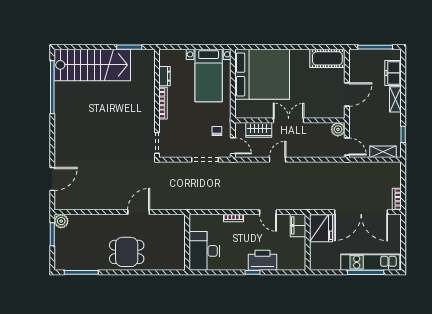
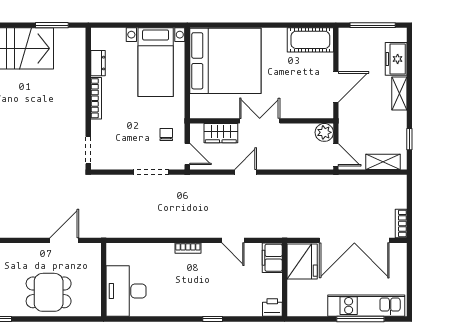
wall: (187, 242) -> (104, 280), moved
desk: (204, 251) -> (126, 291), moved
printer: (263, 260) -> (272, 308), moved, width x0.53, depth x0.68

